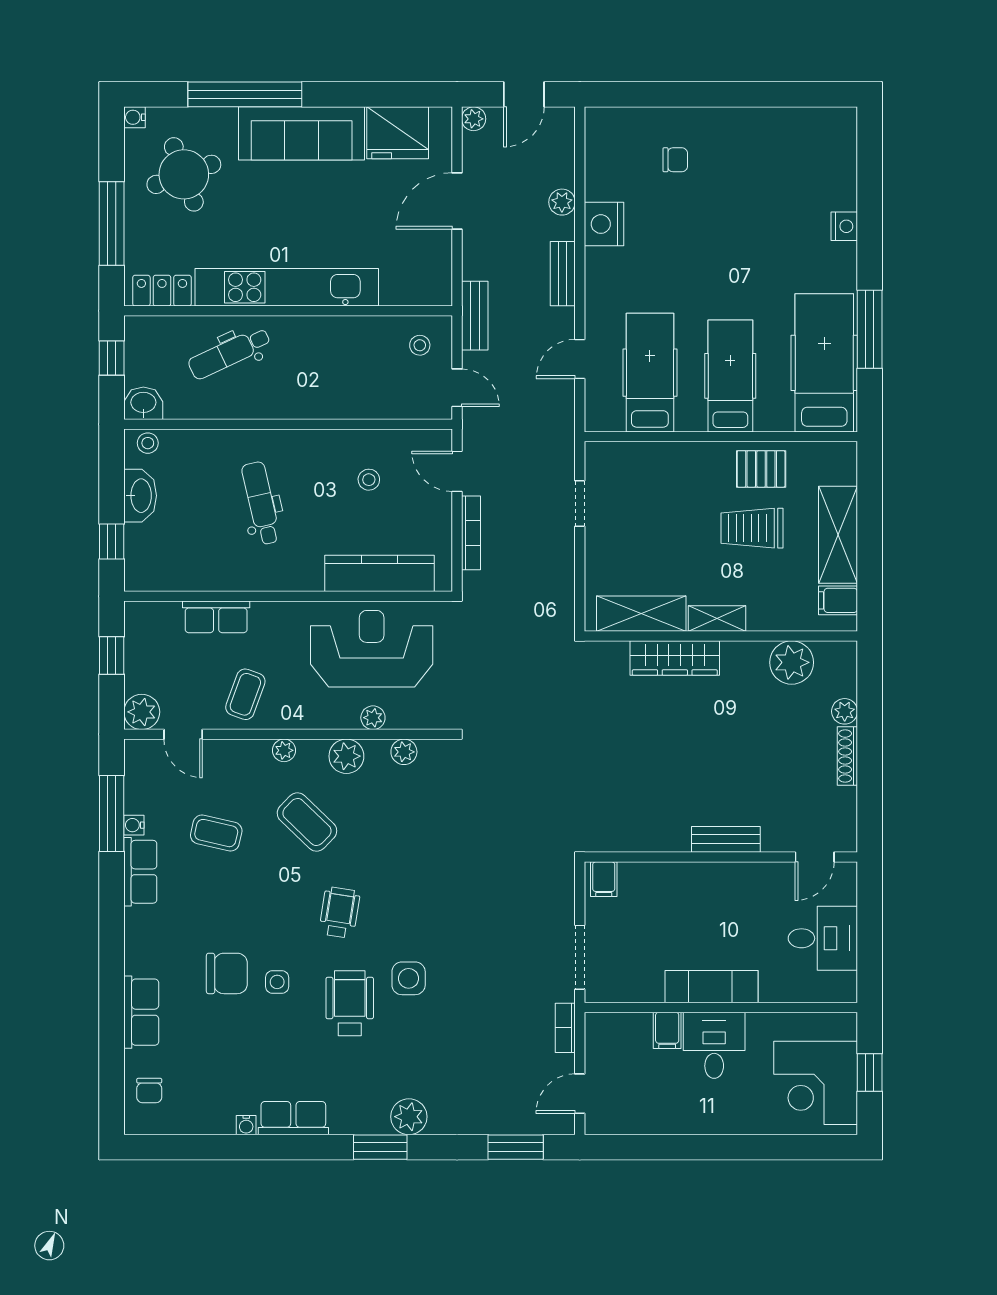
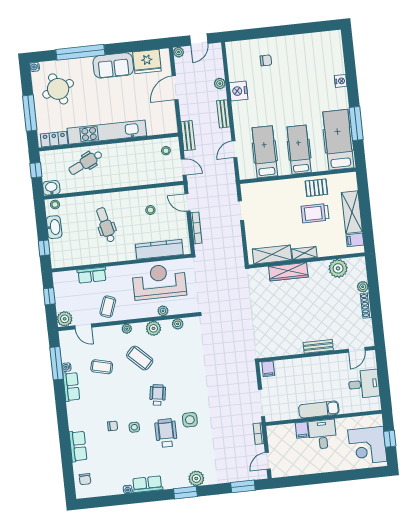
sofa: (302, 133) -> (113, 65), width x0.73
chair: (227, 973) -> (113, 426), width x0.54, depth x0.54

